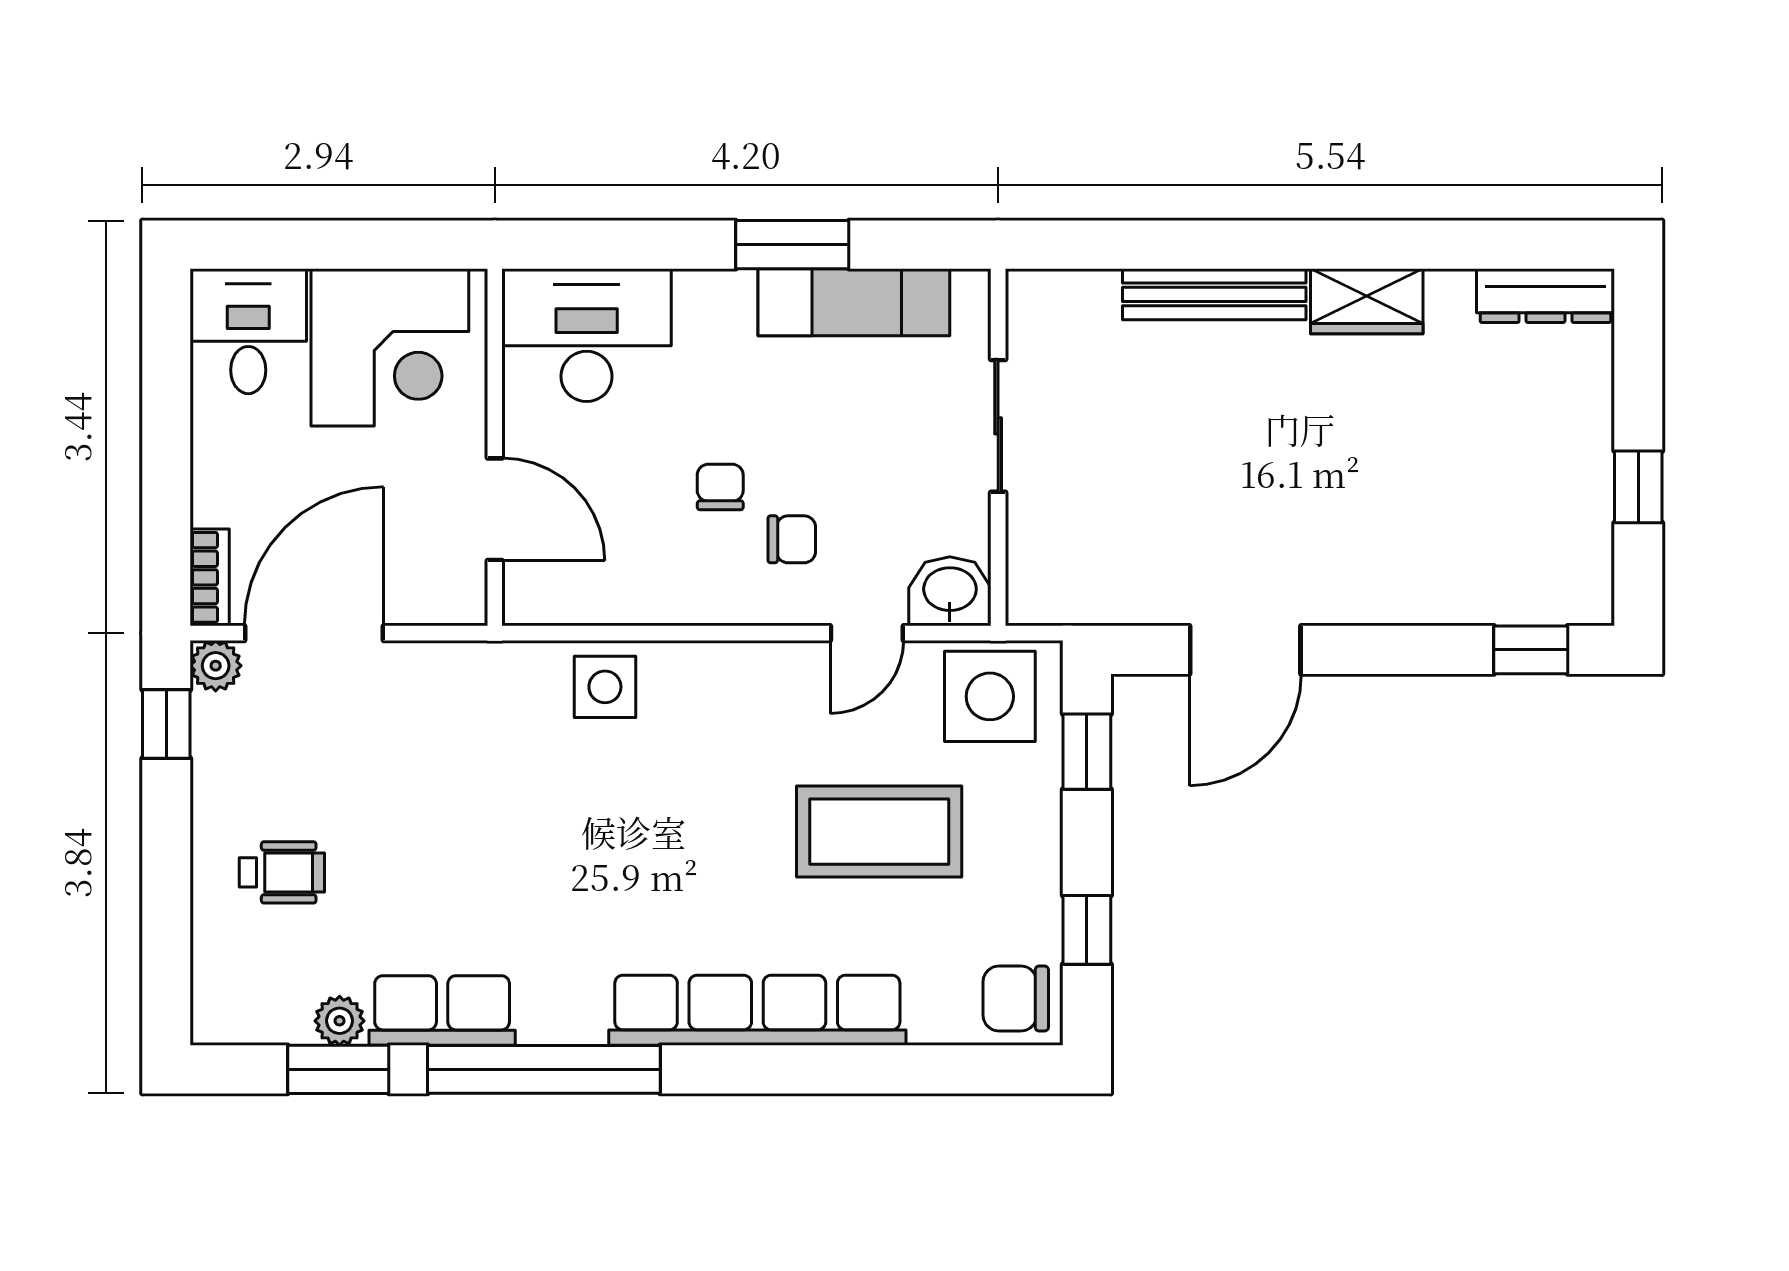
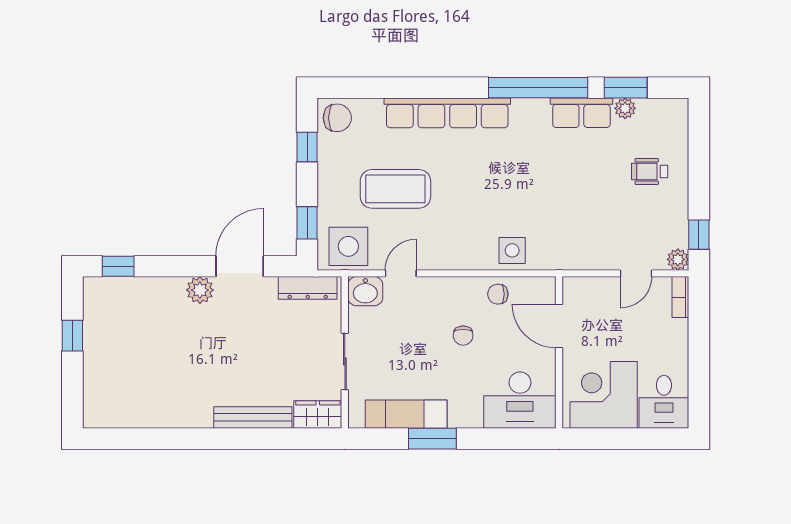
dresser: (1546, 296) -> (308, 288), moved, turned 180
wardrobe: (1367, 301) -> (318, 415), moved
chair: (792, 539) -> (498, 294), moved
plant: (1338, 594) -> (200, 290), added
door: (314, 633) -> (636, 273), width x0.53

